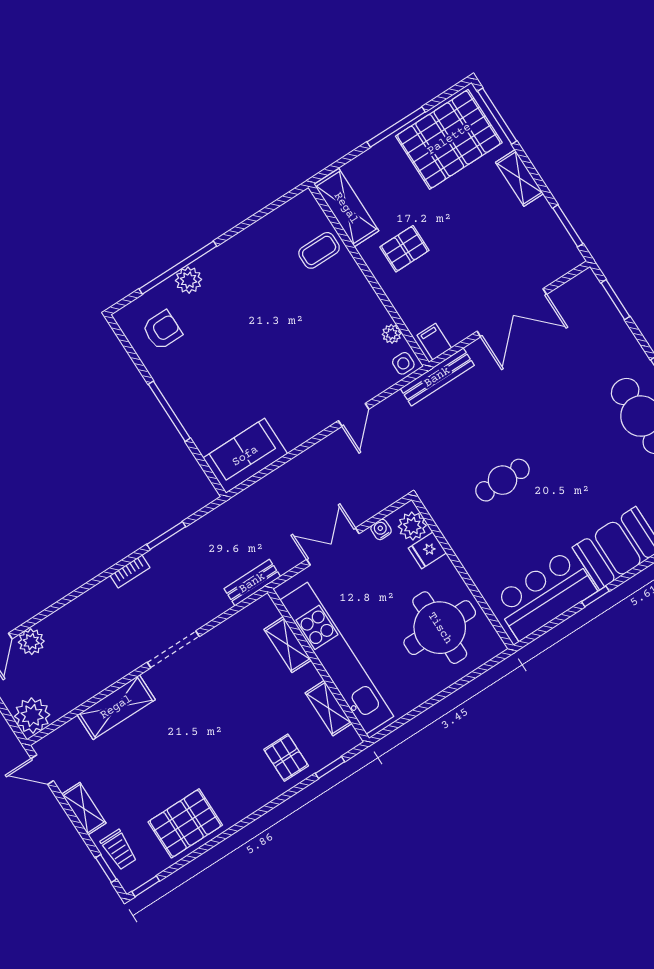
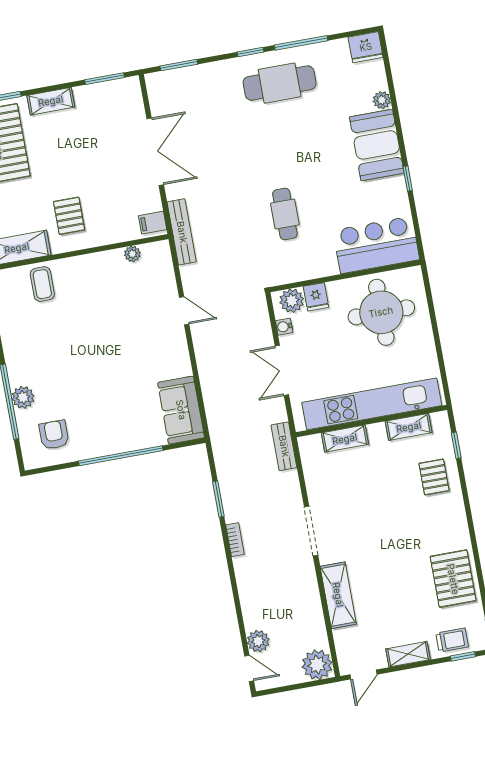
side table: (403, 363) -> (160, 254), removed
window: (169, 411) -> (121, 456), width x1.46
bar counter: (544, 595) -> (376, 245), moved, turned 90
pallet: (286, 758) -> (434, 477), turned 90

